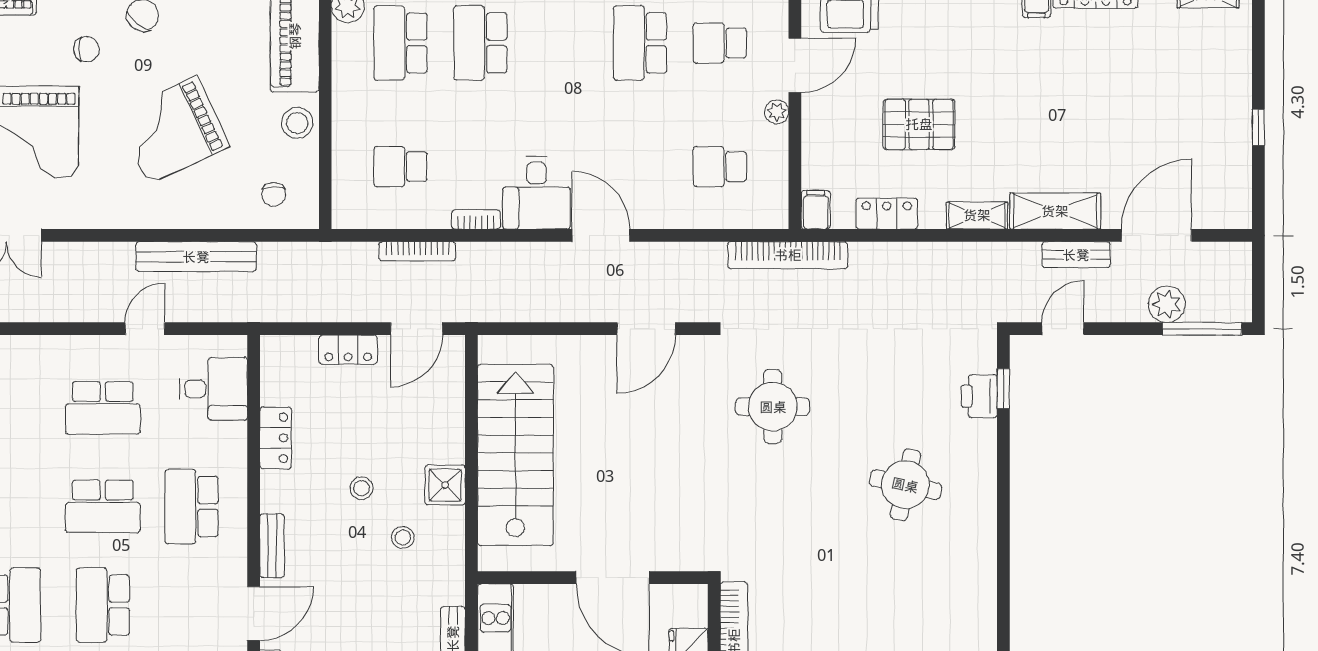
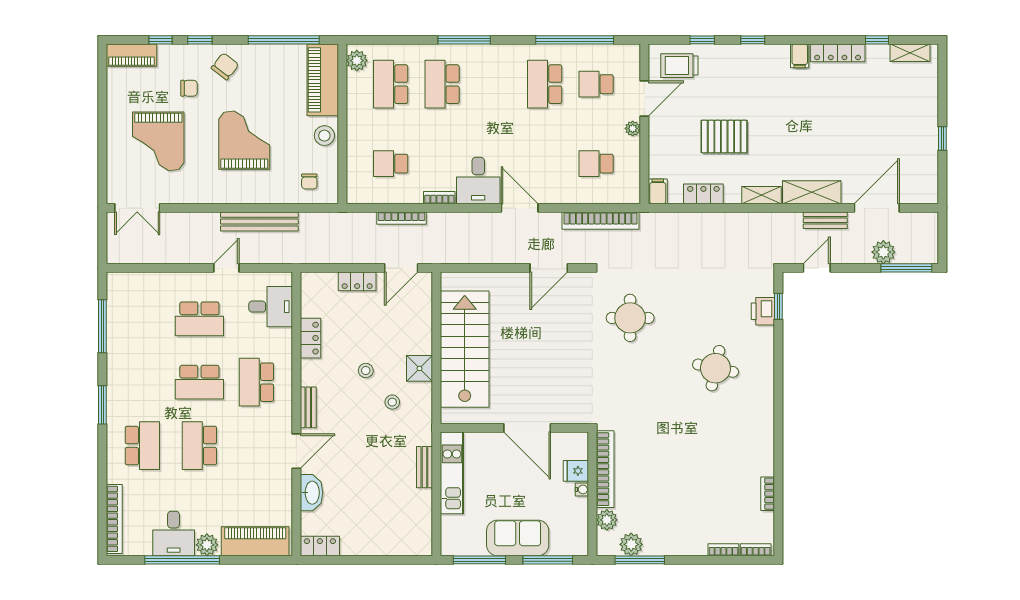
grand piano: (173, 130) -> (244, 140), turned 115
bookcase: (788, 255) -> (600, 221), moved

